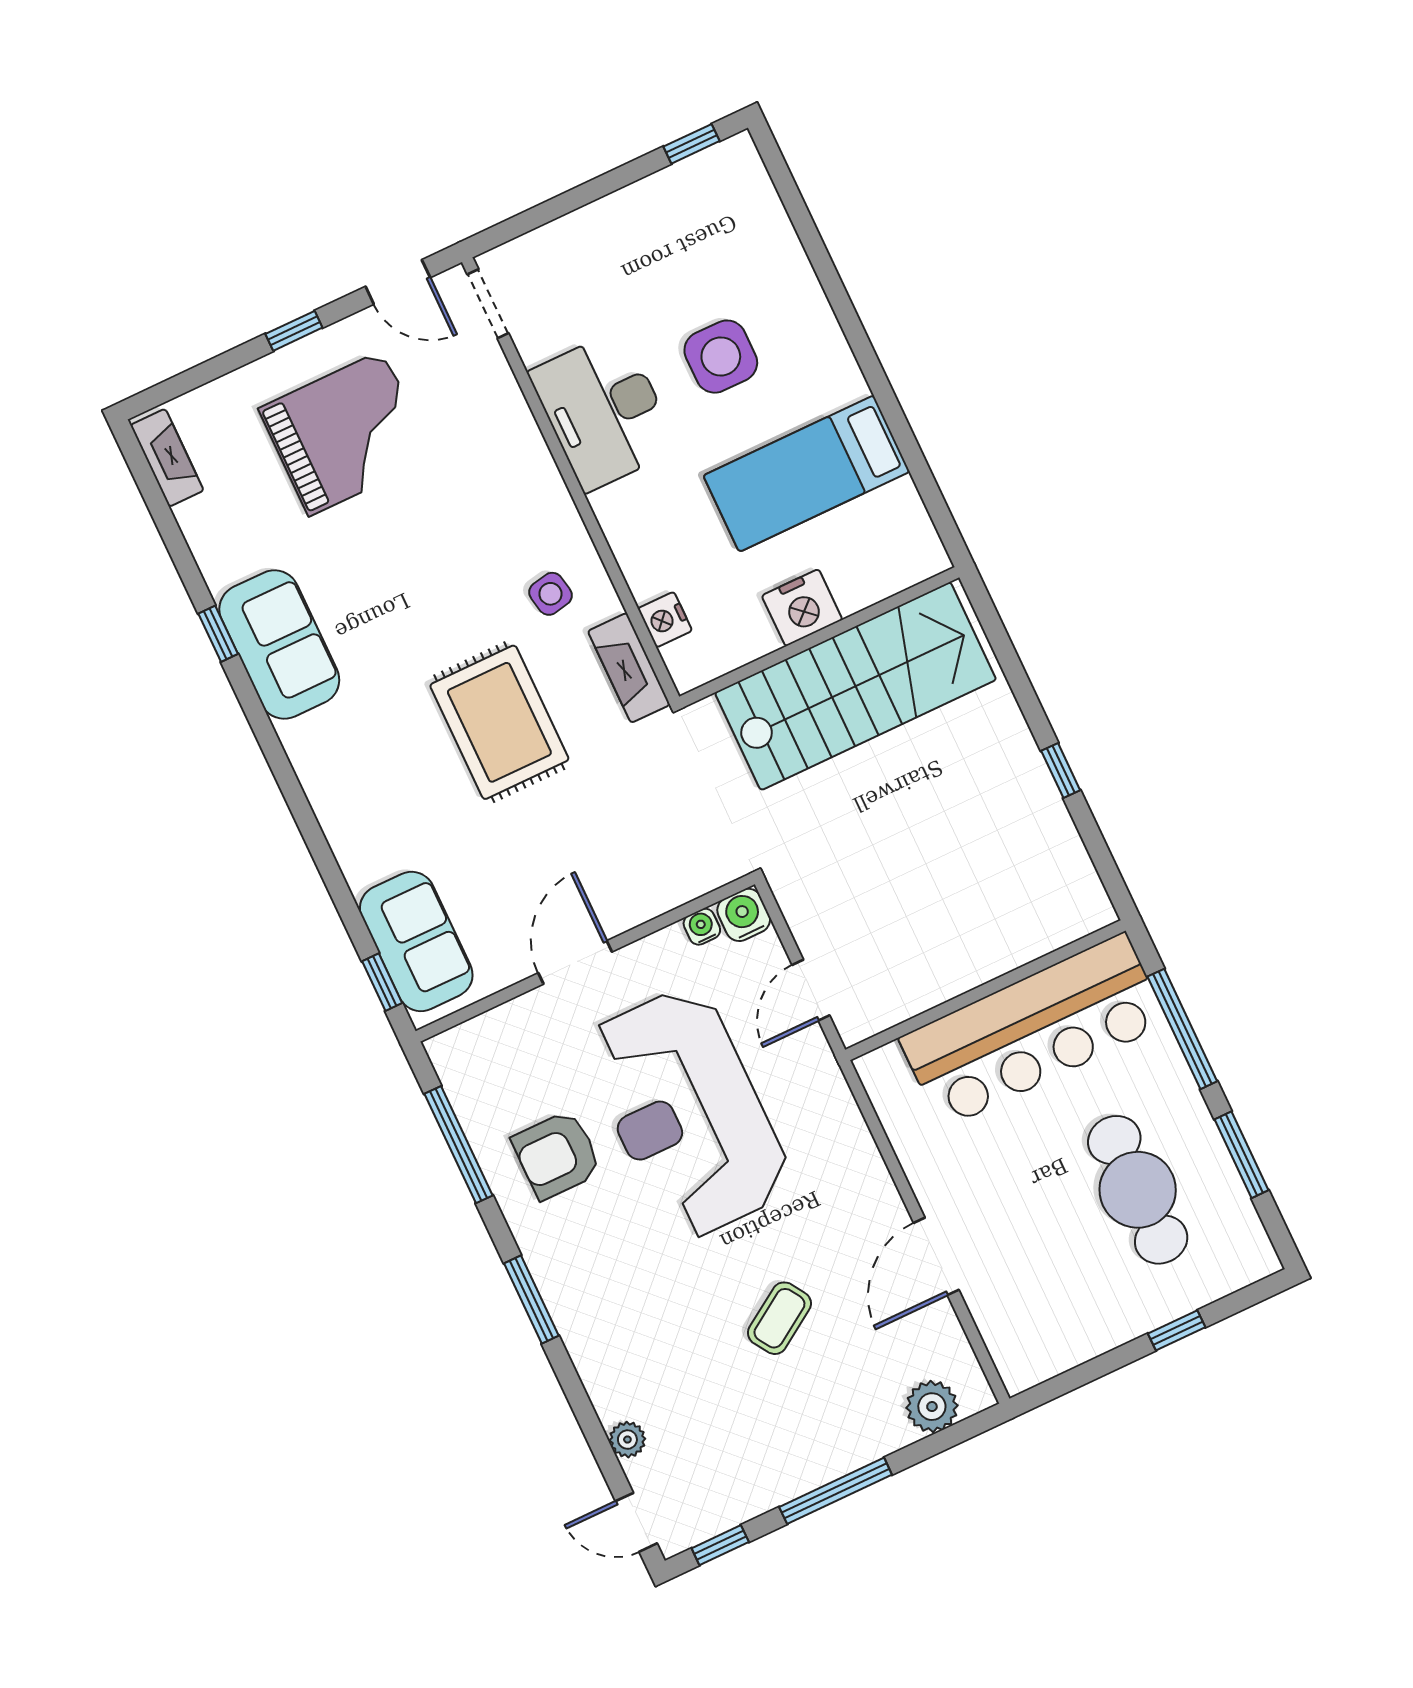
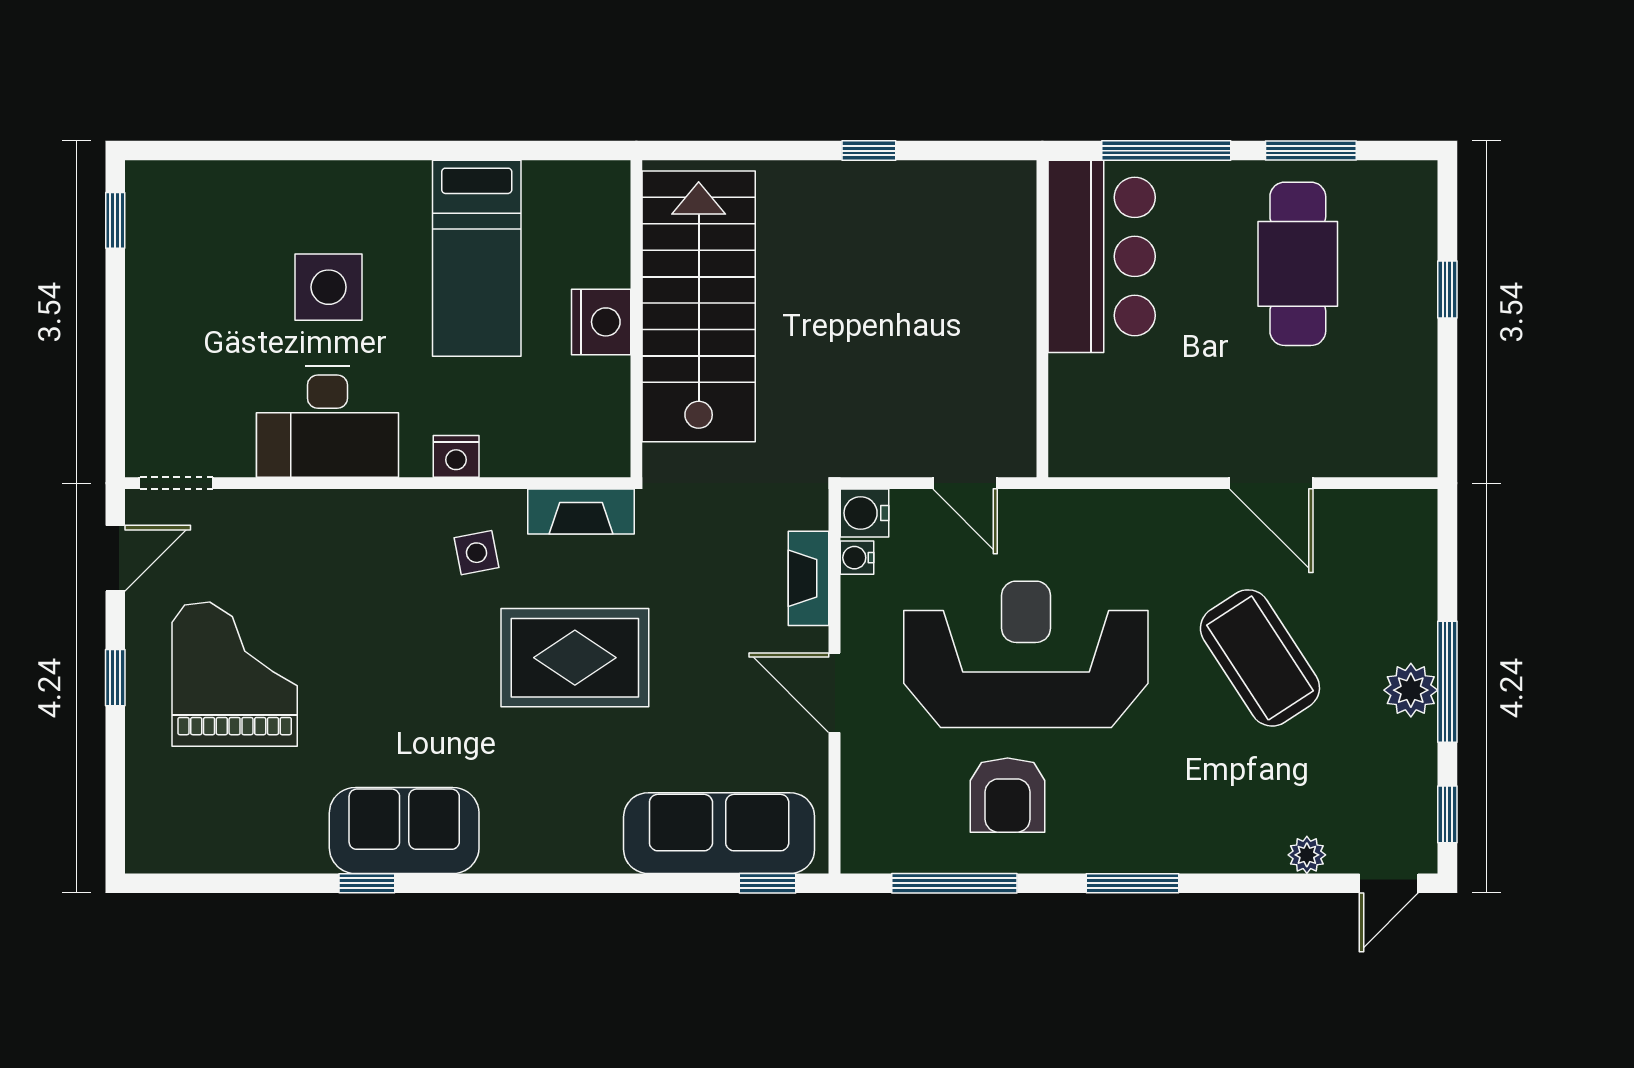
fireplace: (167, 458) -> (809, 578), moved, turned -90
nightstand: (665, 620) -> (456, 456), moved
sofa: (416, 941) -> (719, 833), width x1.36
bar counter: (1033, 1030) -> (1102, 256), width x0.73
reception desk: (687, 1113) -> (1026, 654), turned 180
cafe table: (1138, 1190) -> (1298, 264), turned 90
coffee table: (779, 1318) -> (1260, 658), width x1.86, depth x1.72
plant: (932, 1407) -> (1411, 690), moved

